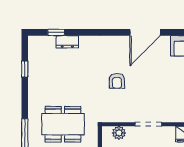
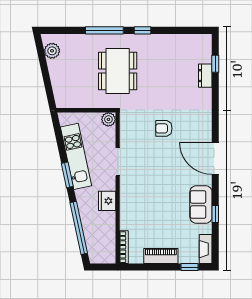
window: (25, 69) -> (142, 30), moved
plant: (119, 133) -> (108, 119), moved

